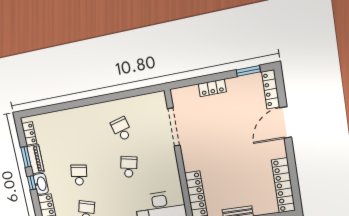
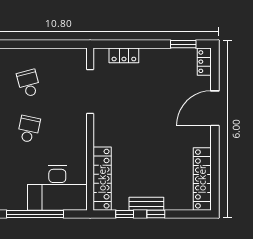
locker: (212, 88) -> (124, 55), moved
locker: (271, 89) -> (204, 62), width x0.66

